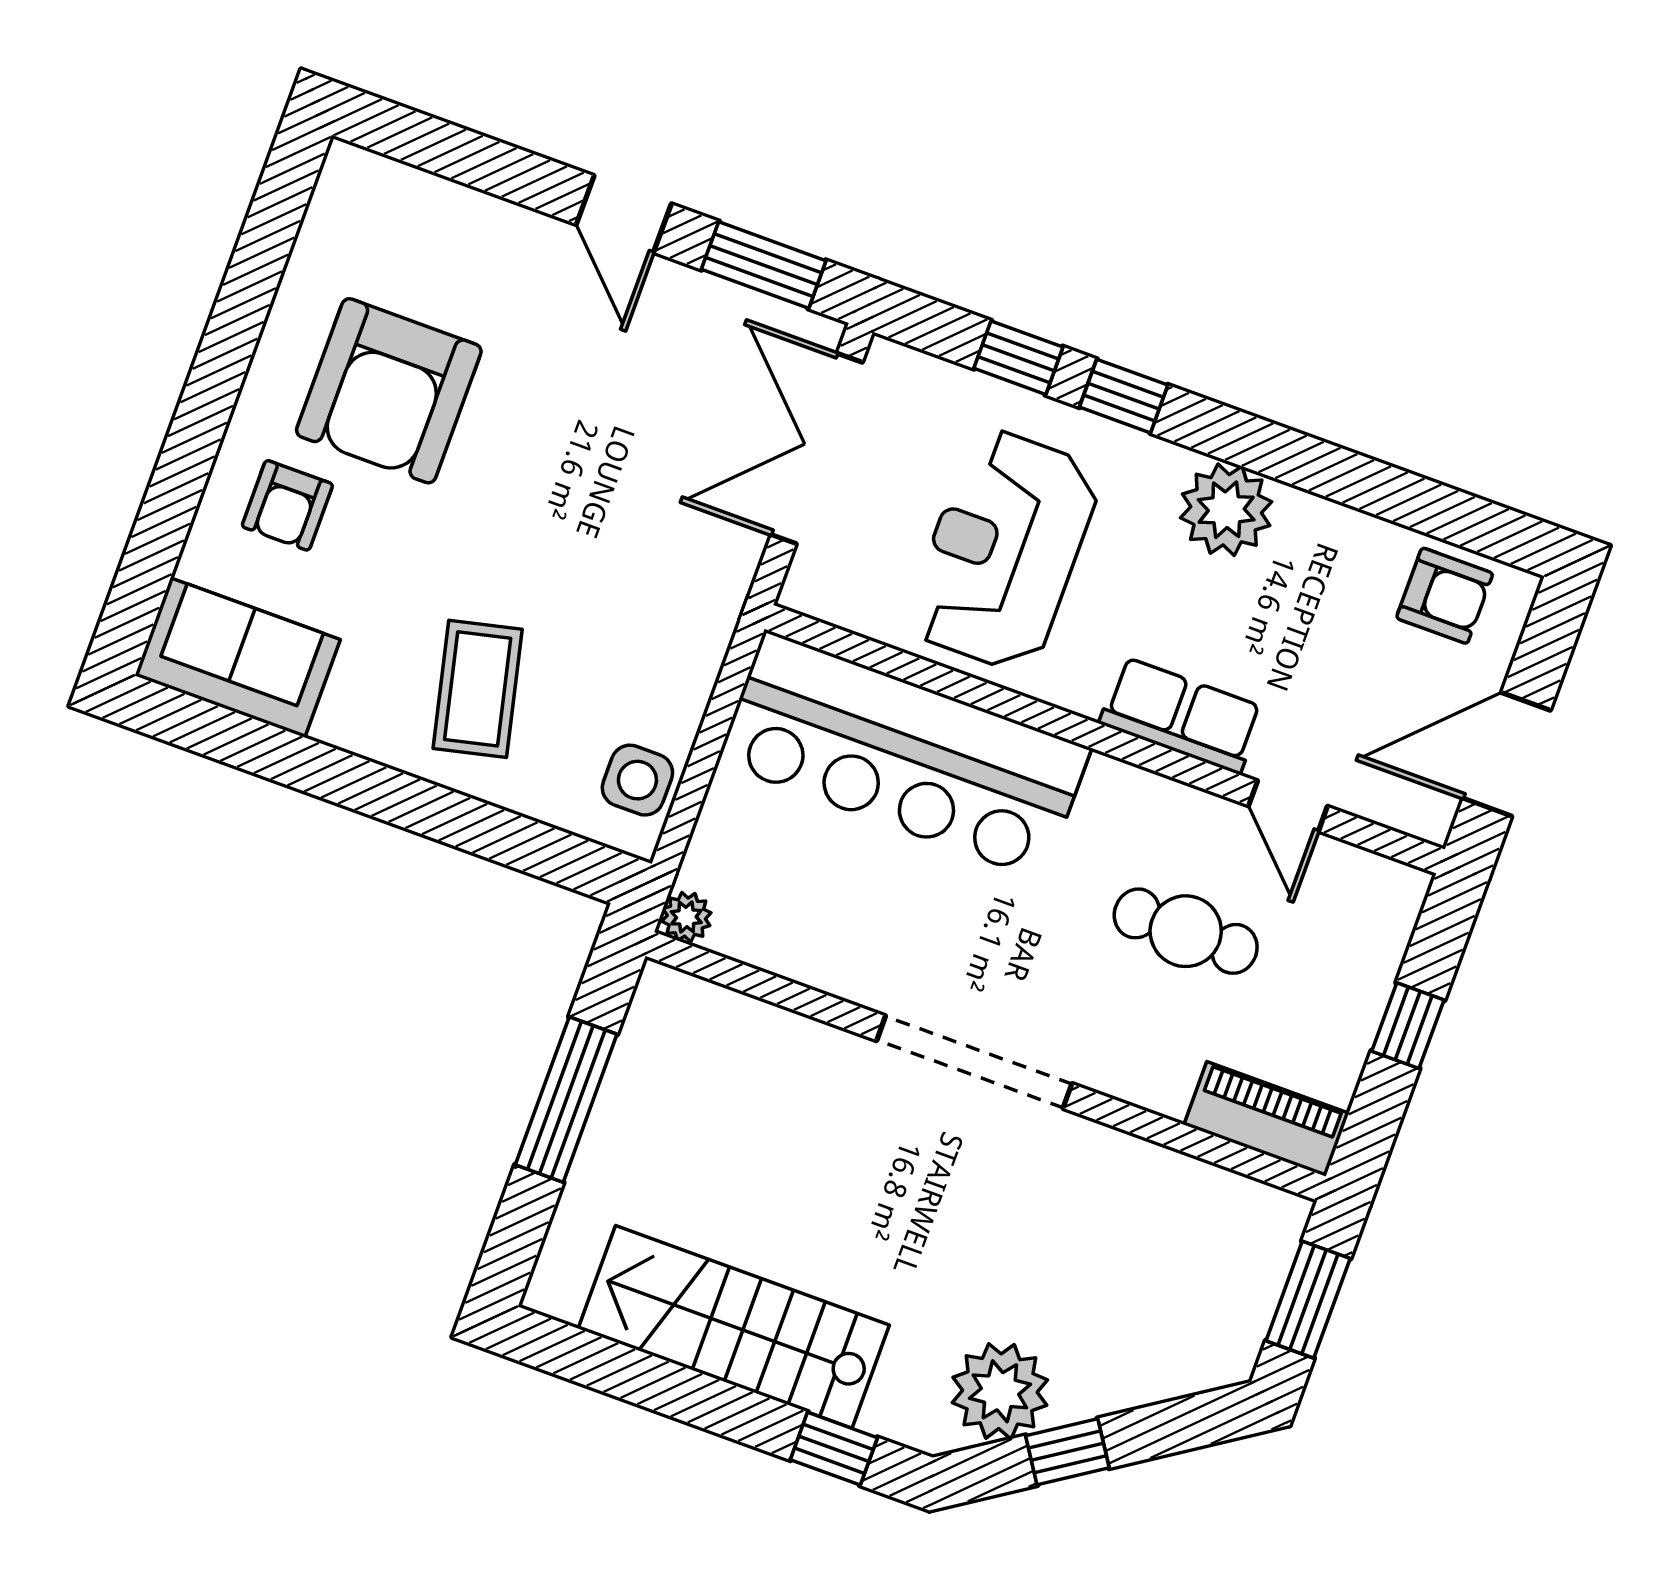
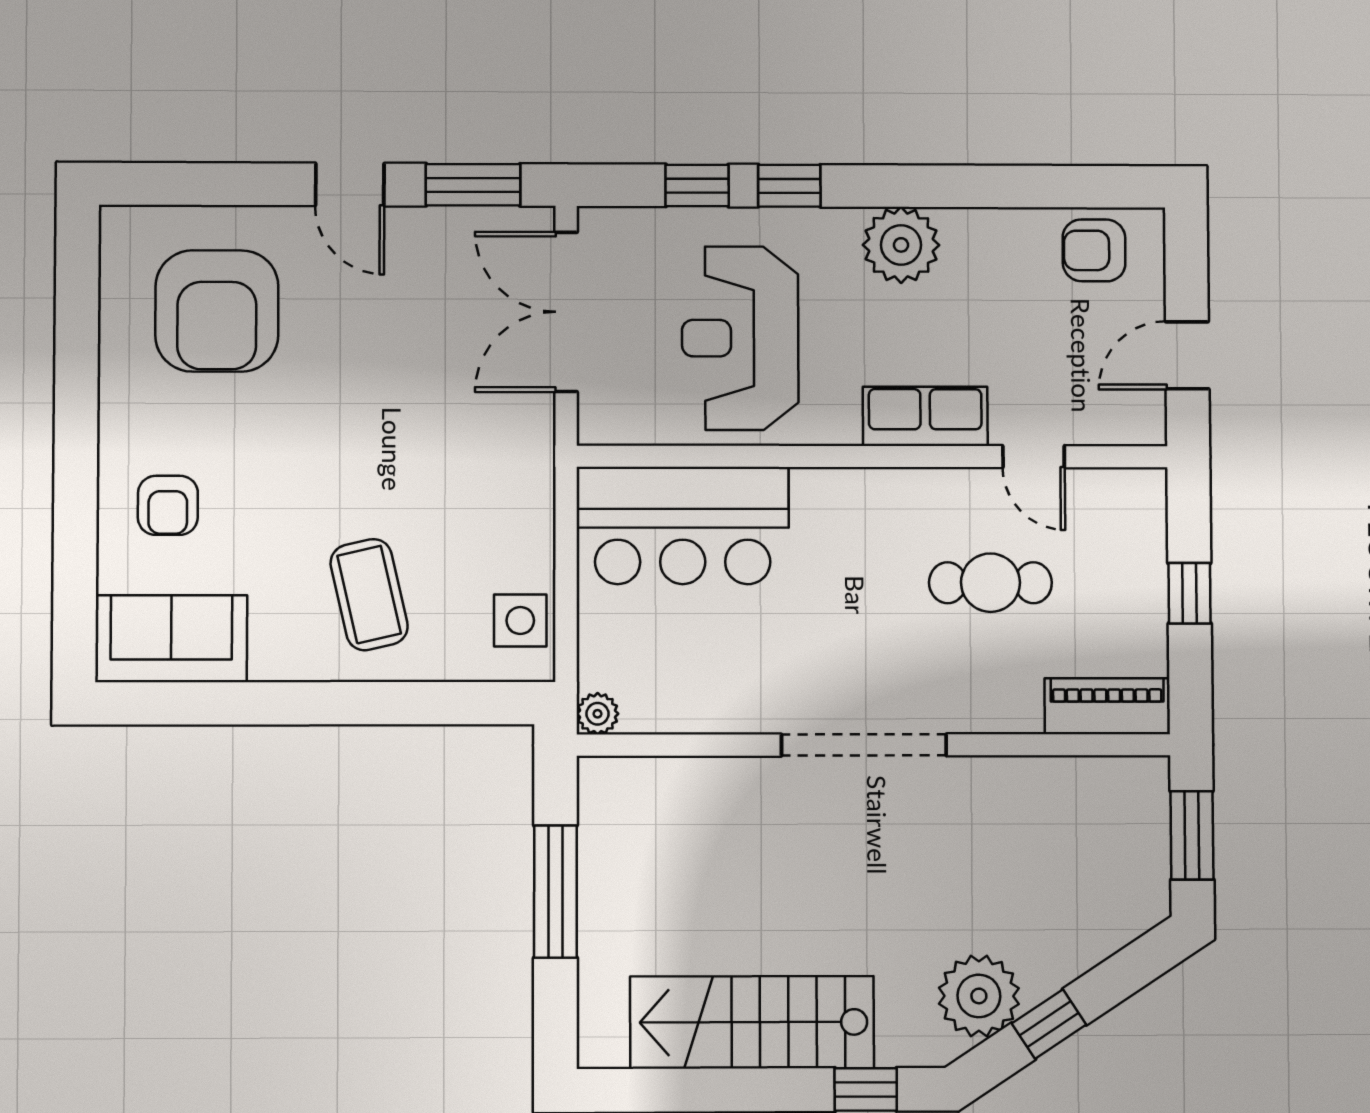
armchair: (389, 391) -> (217, 311), moved
armchair: (1445, 596) -> (1094, 250), turned 180
door: (1507, 754) -> (1187, 355), width x0.73
bar counter: (904, 755) -> (683, 525), width x0.73

